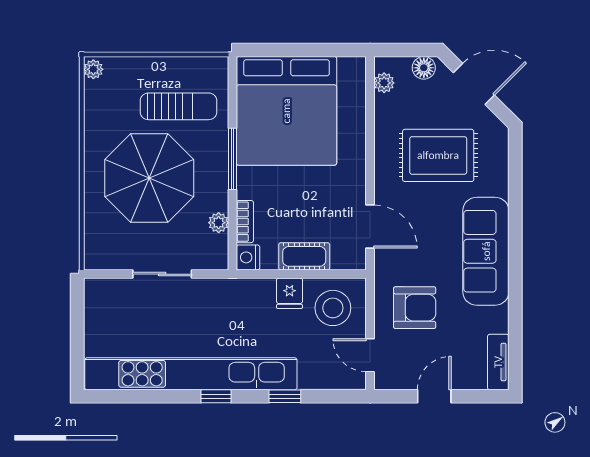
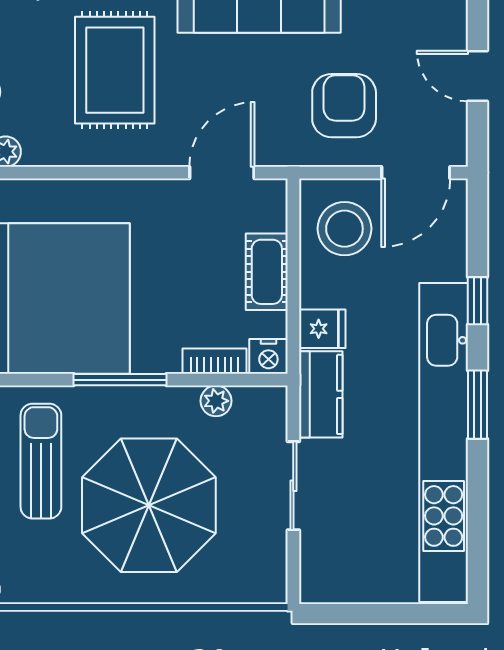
kitchen counter: (223, 292) -> (321, 394), added
fridge: (290, 293) -> (322, 329), moved
door: (370, 355) -> (416, 173), width x1.38
window: (216, 396) -> (477, 405), width x1.50

